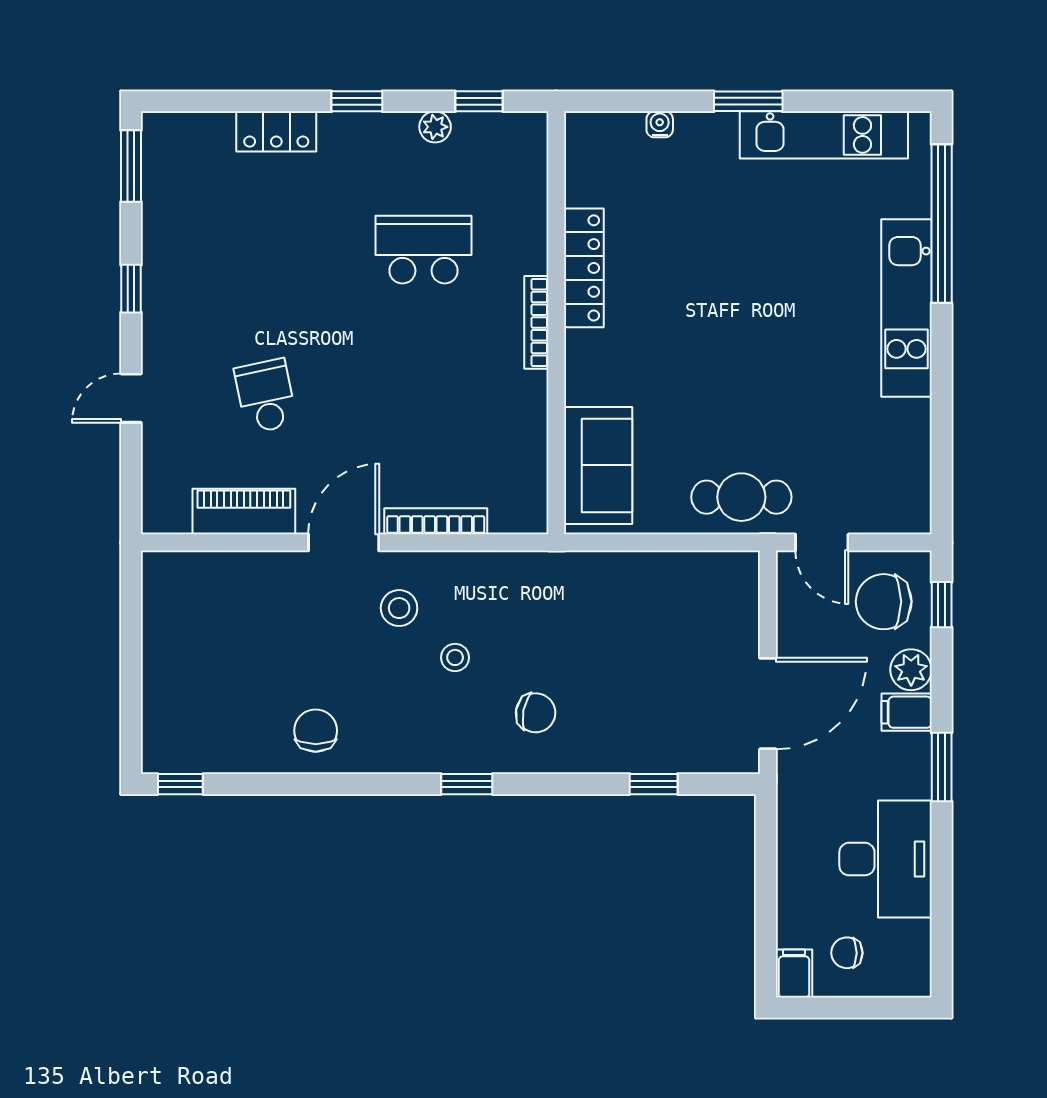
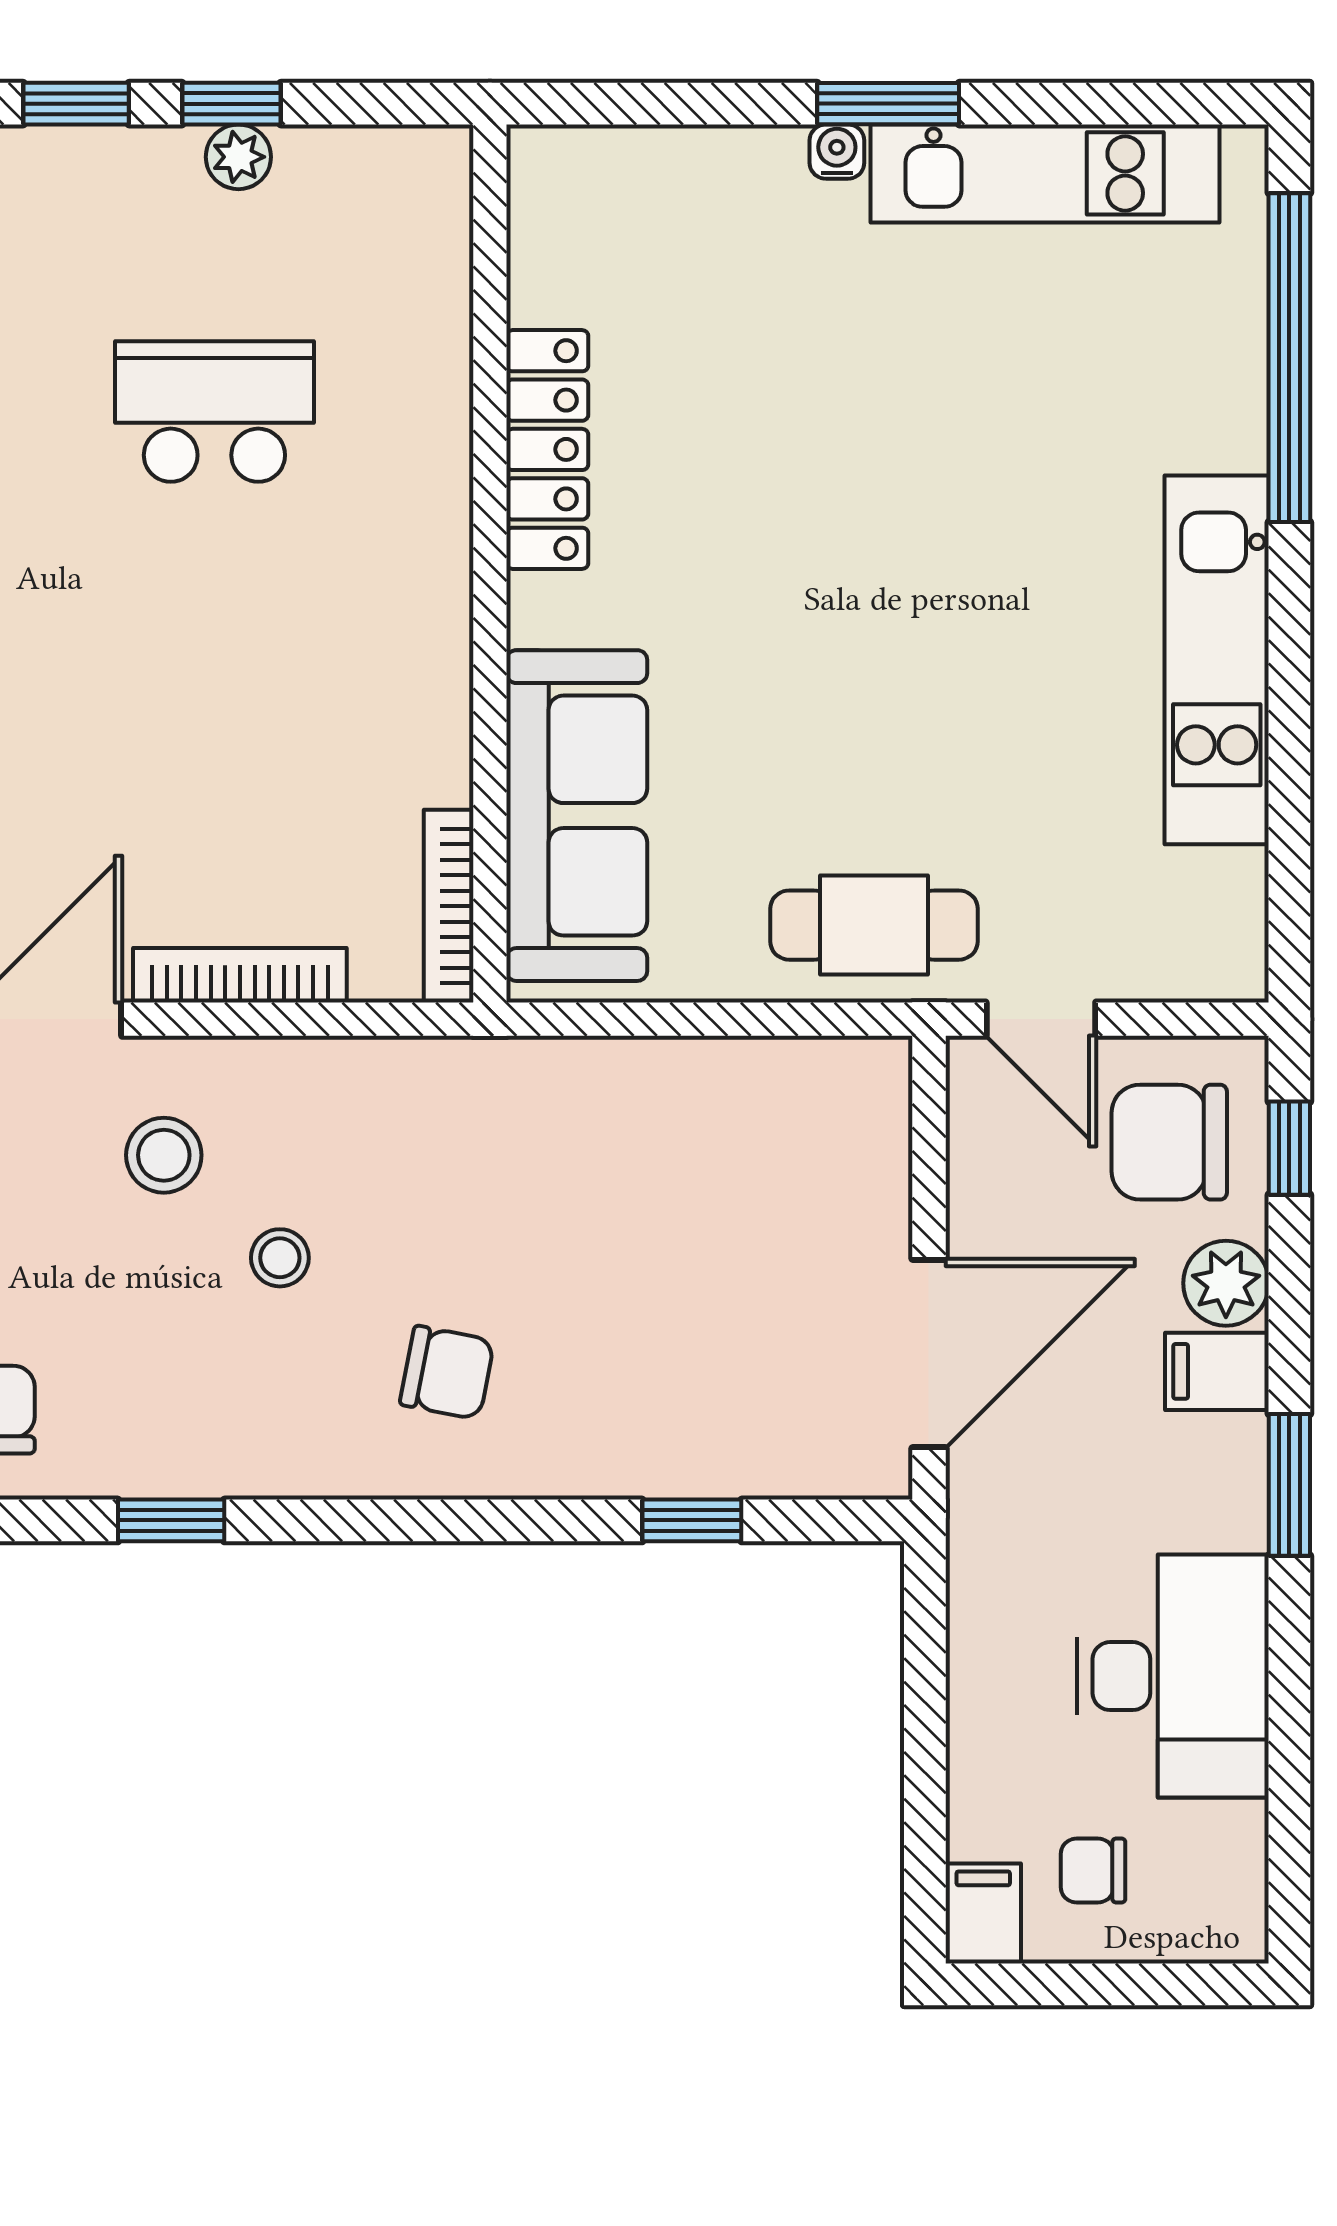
window: (479, 101) -> (231, 104), moved
water cooler: (660, 124) -> (837, 152), moved
kitchen unit: (907, 308) -> (1217, 660), moved
bookcase: (536, 322) -> (449, 906), moved
sofa: (598, 465) -> (577, 816), width x1.36
window: (467, 784) -> (171, 1520), moved

